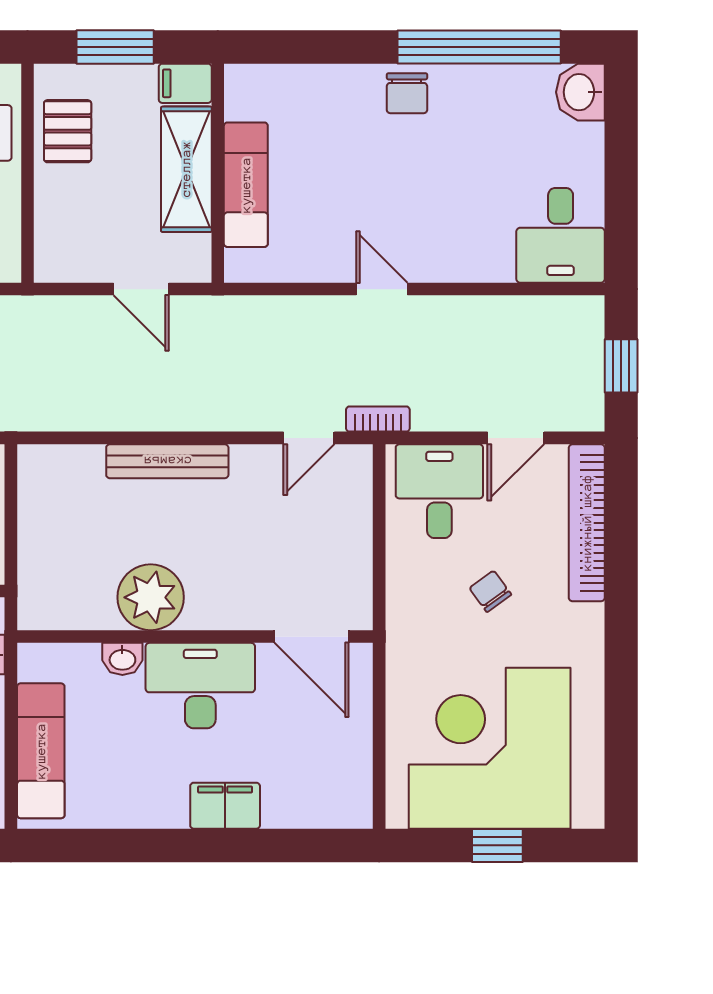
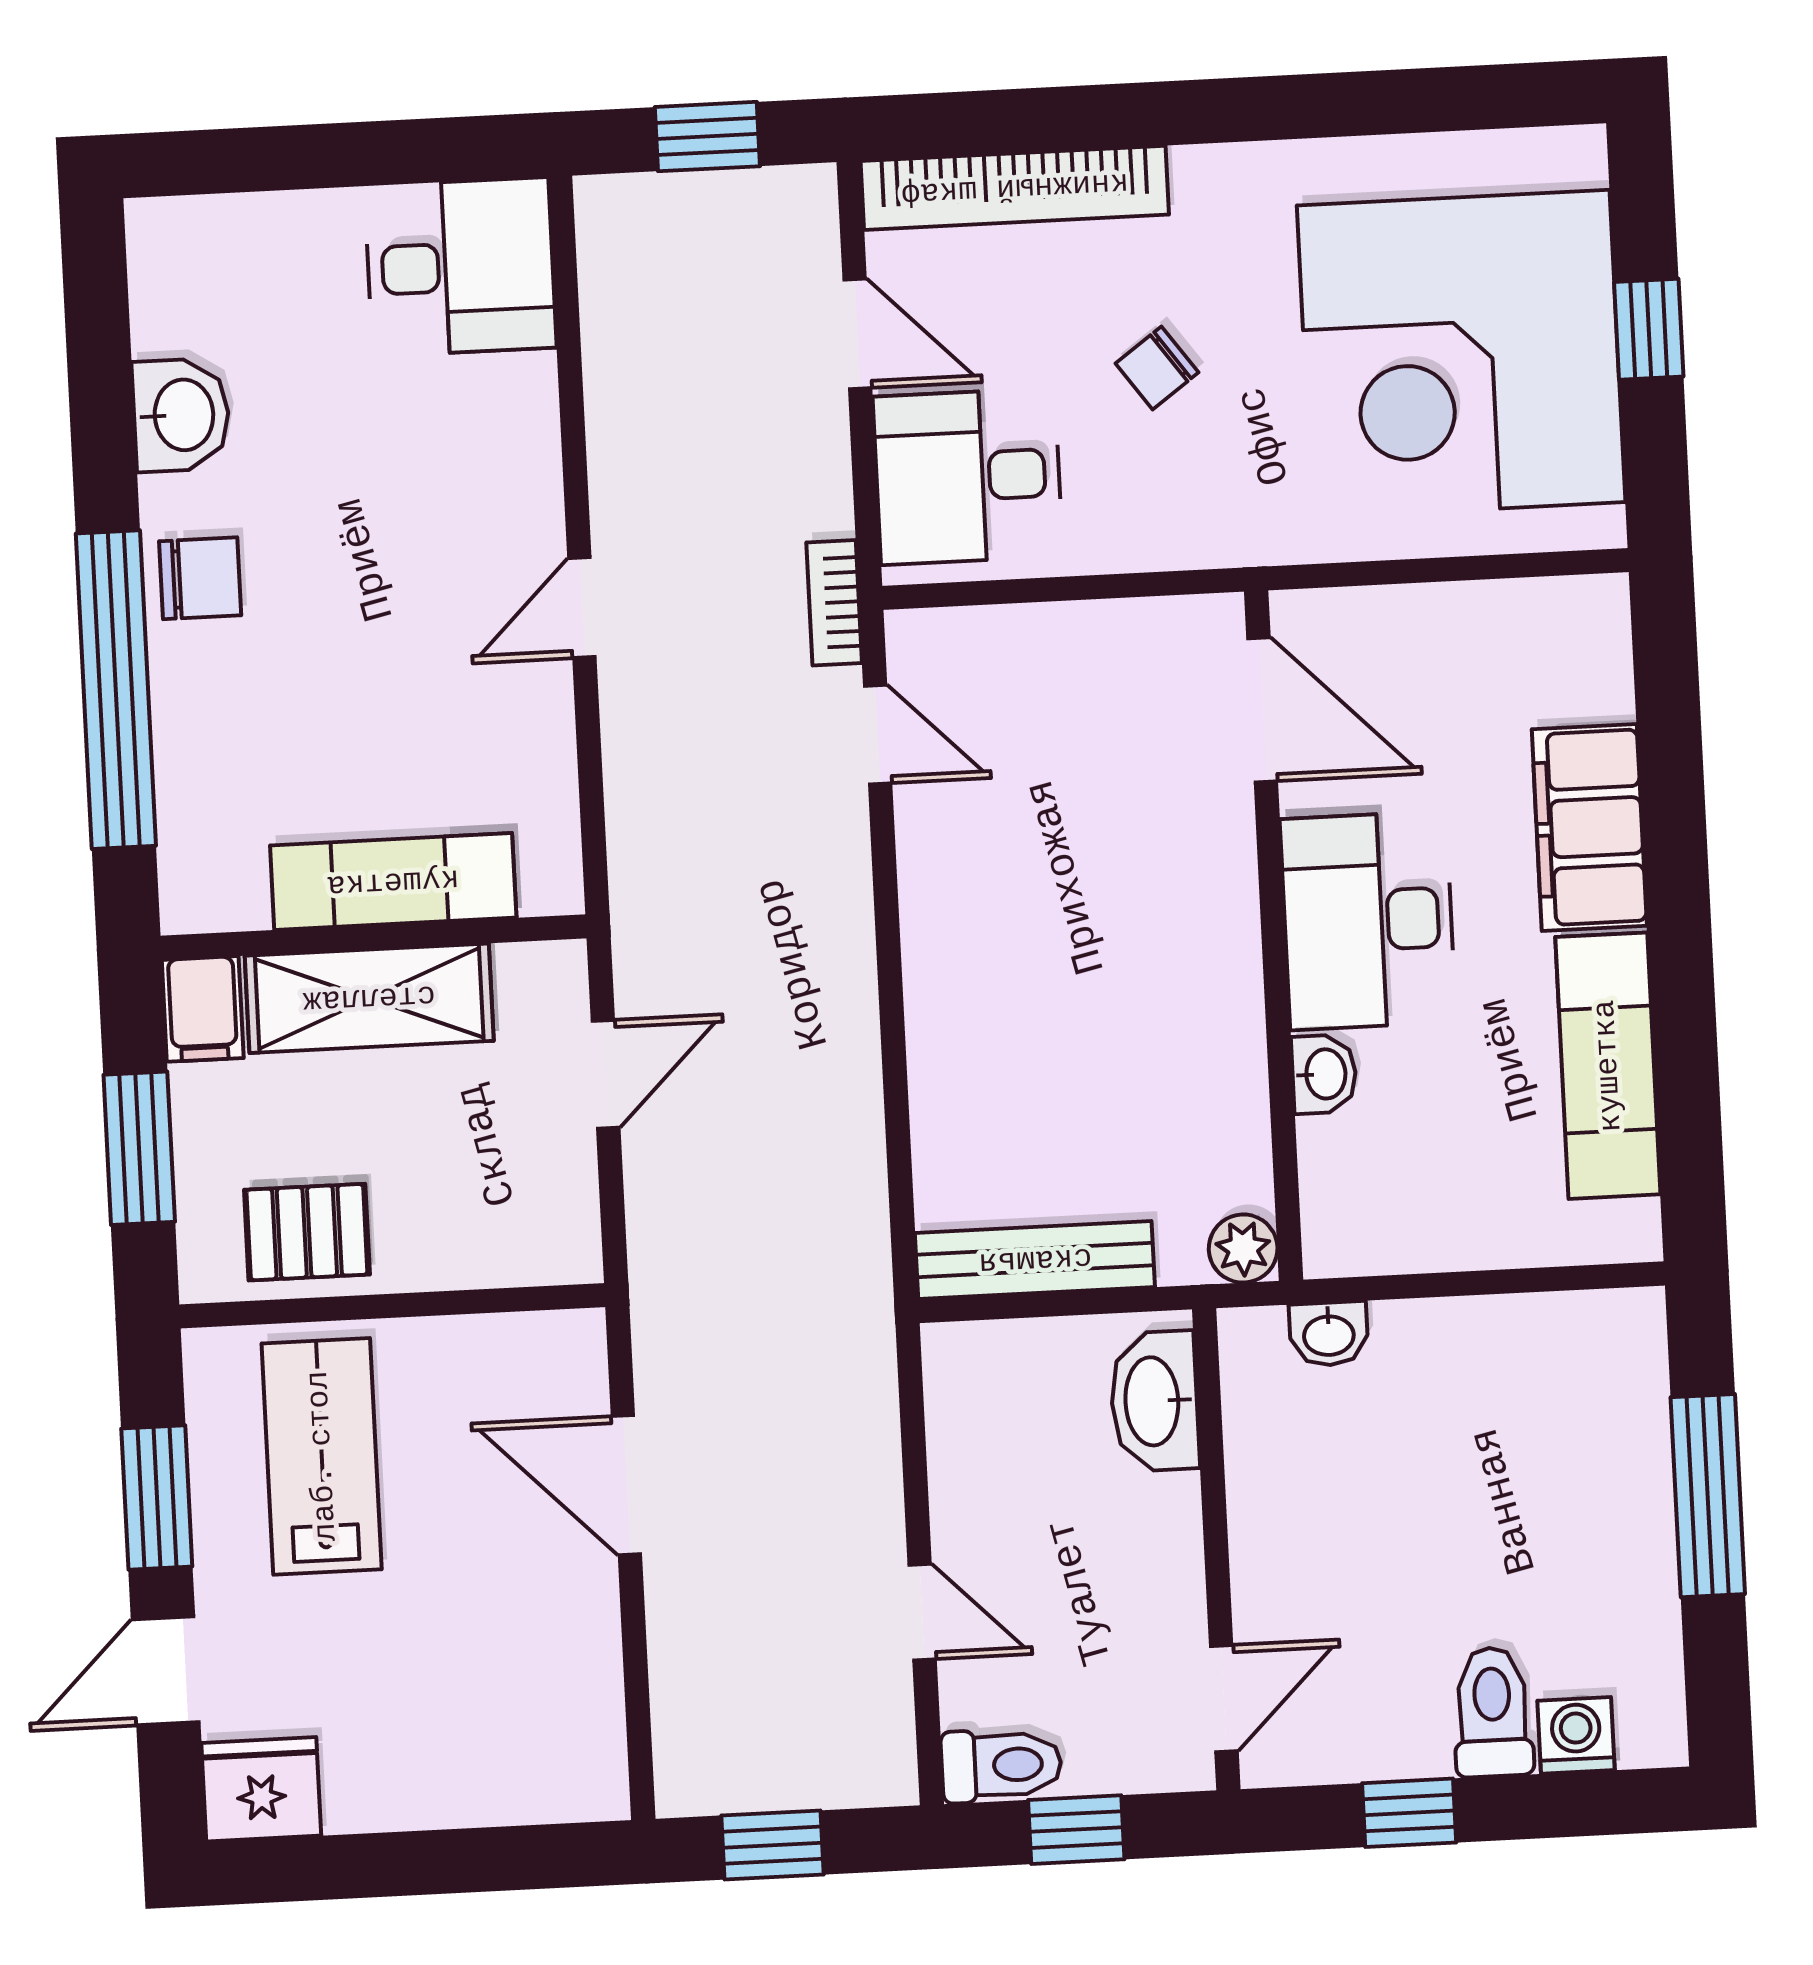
window: (479, 47) -> (116, 690), moved
washbasin: (580, 92) -> (181, 415), moved, turned -90
bench: (167, 461) -> (1035, 1260), moved, turned 90
plant: (151, 597) -> (1243, 1248), moved, width x0.53, depth x0.53
door: (312, 637) -> (1262, 710), hinge flipped
exam couch: (41, 751) -> (1608, 1066), moved, turned -90
filing cabinet: (225, 806) -> (1589, 828), width x1.50, depth x1.17

